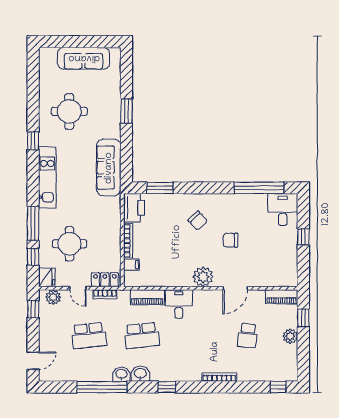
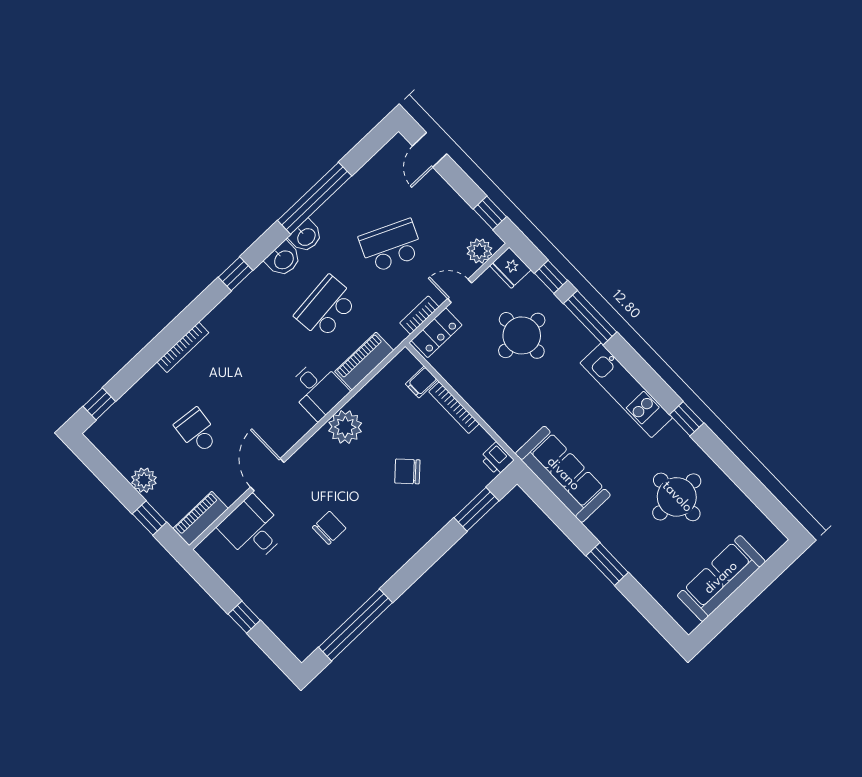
printer: (134, 208) -> (497, 459), width x0.53, depth x0.68
desk: (283, 210) -> (253, 529), moved, turned 180
chair: (198, 221) -> (407, 471), moved
plant: (203, 277) -> (345, 427), moved
school desk: (89, 336) -> (391, 246), turned 30

